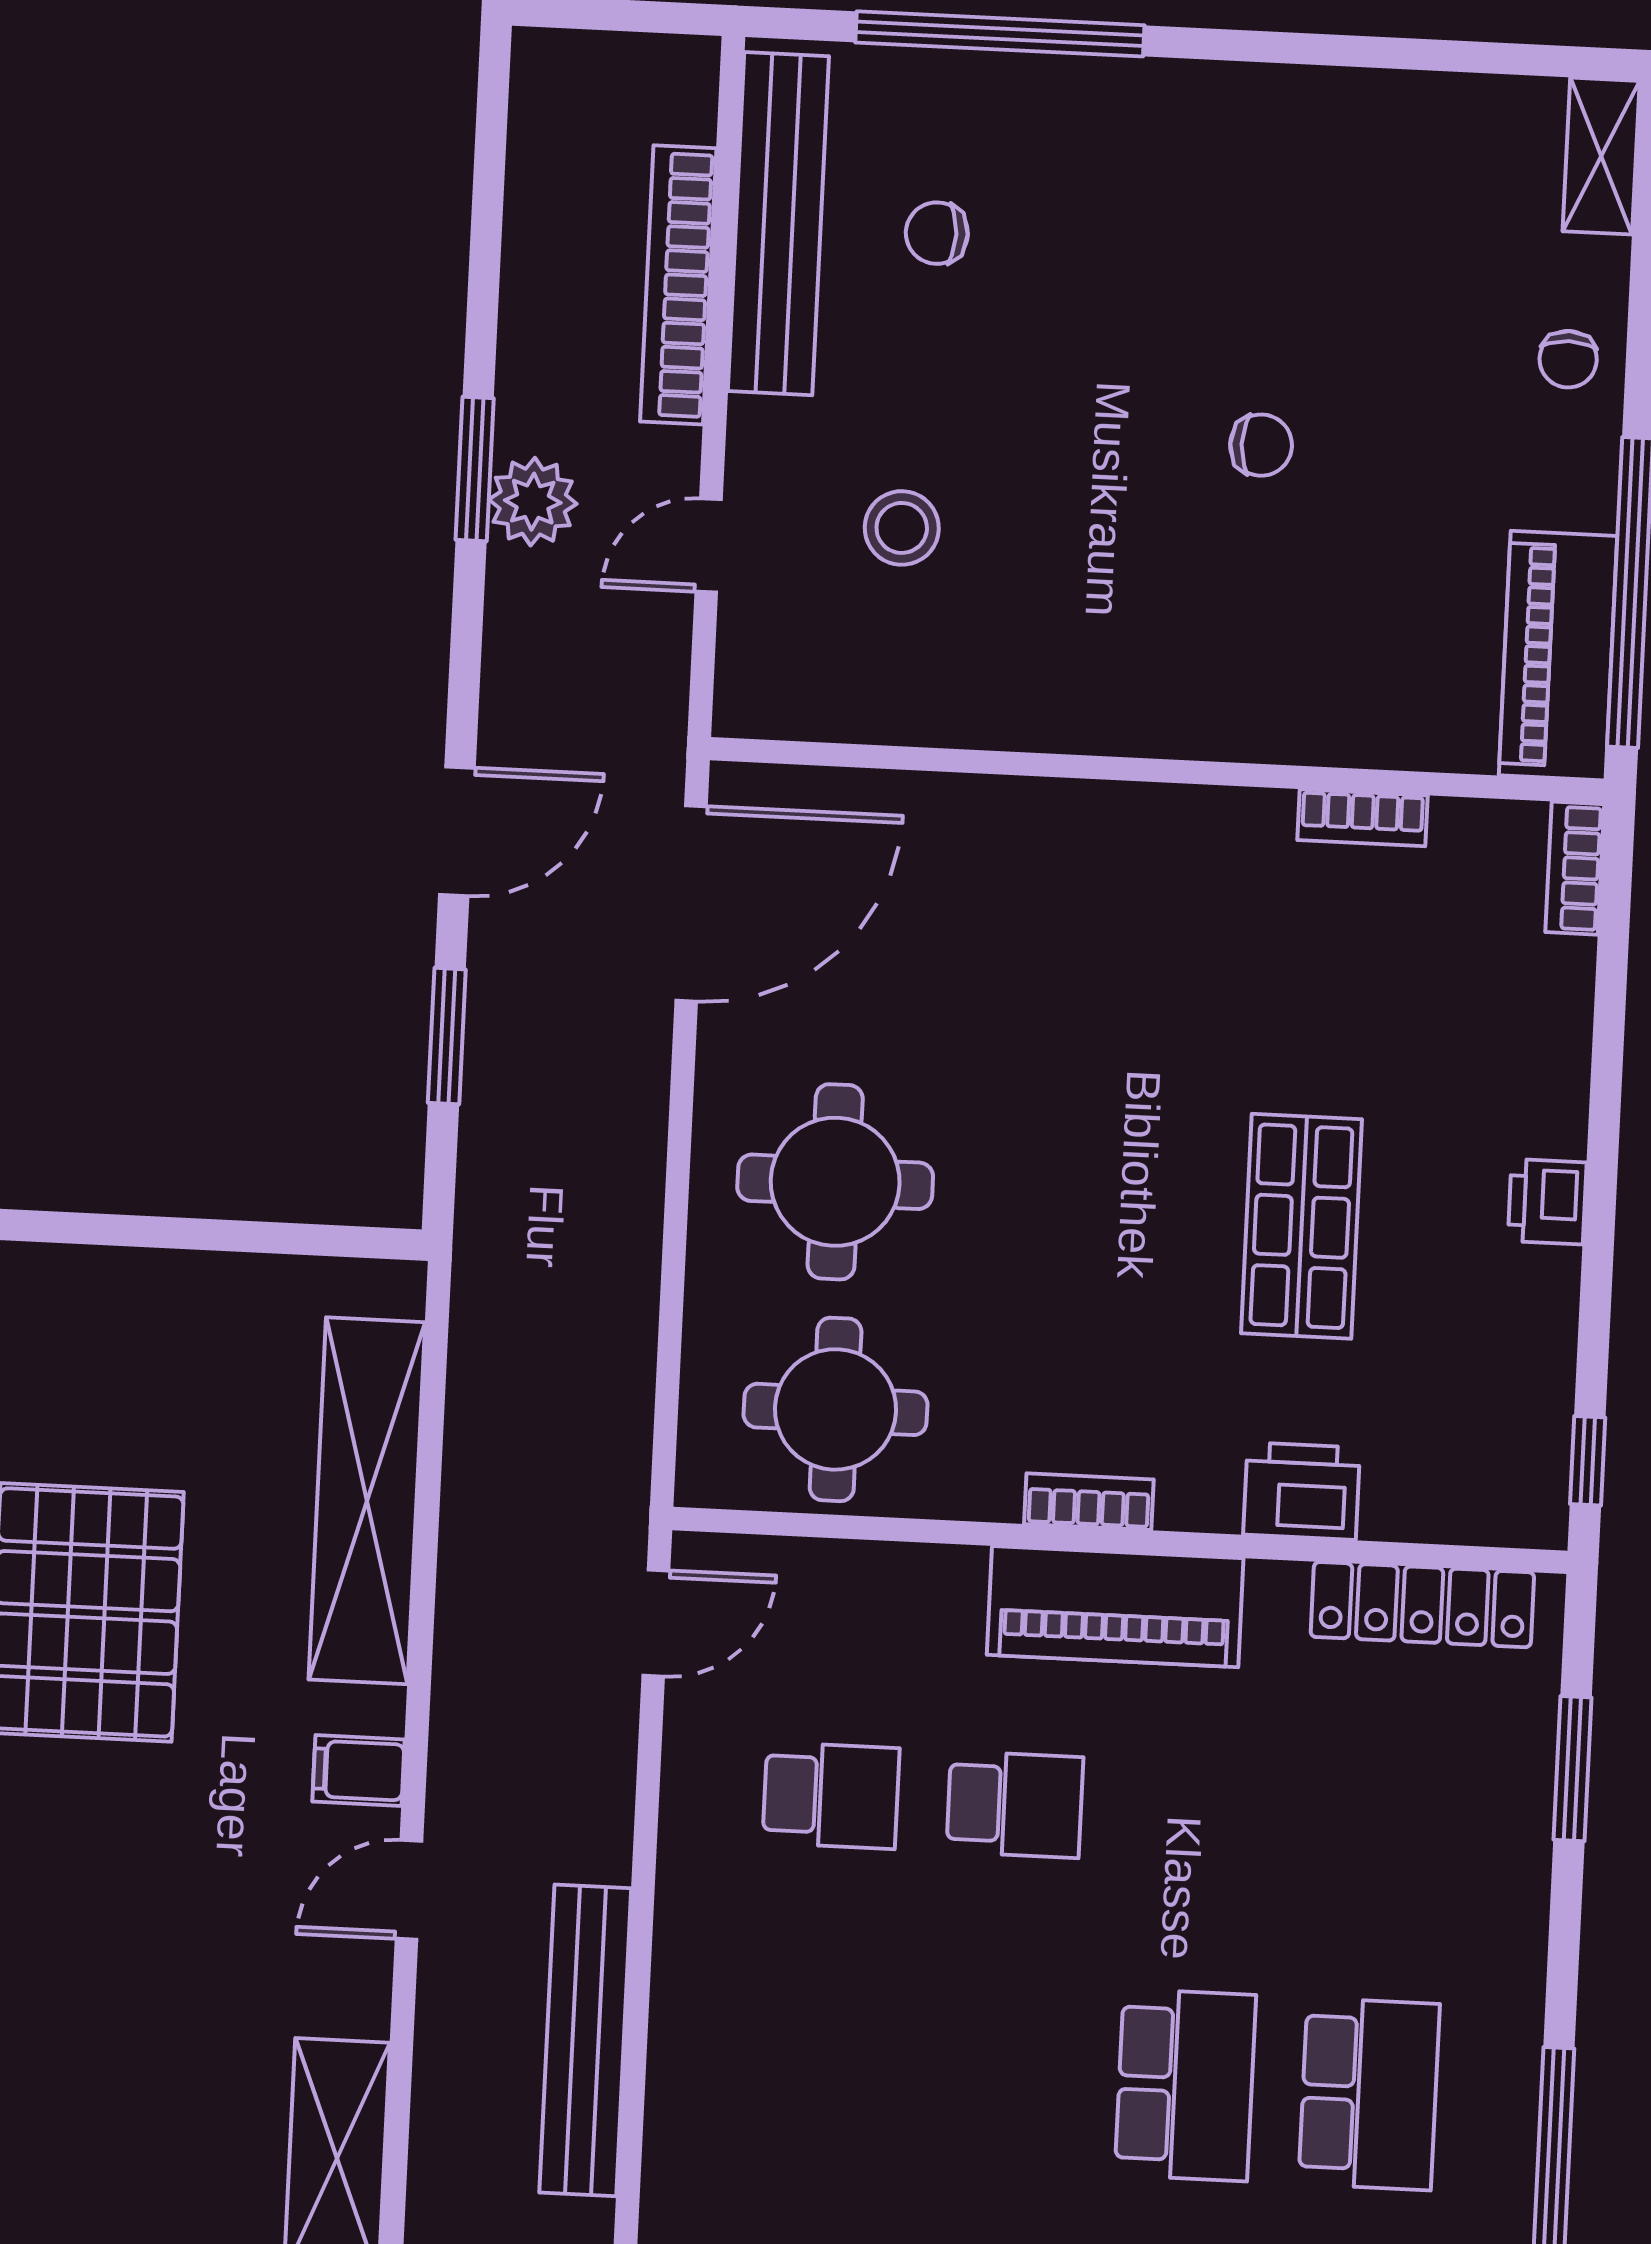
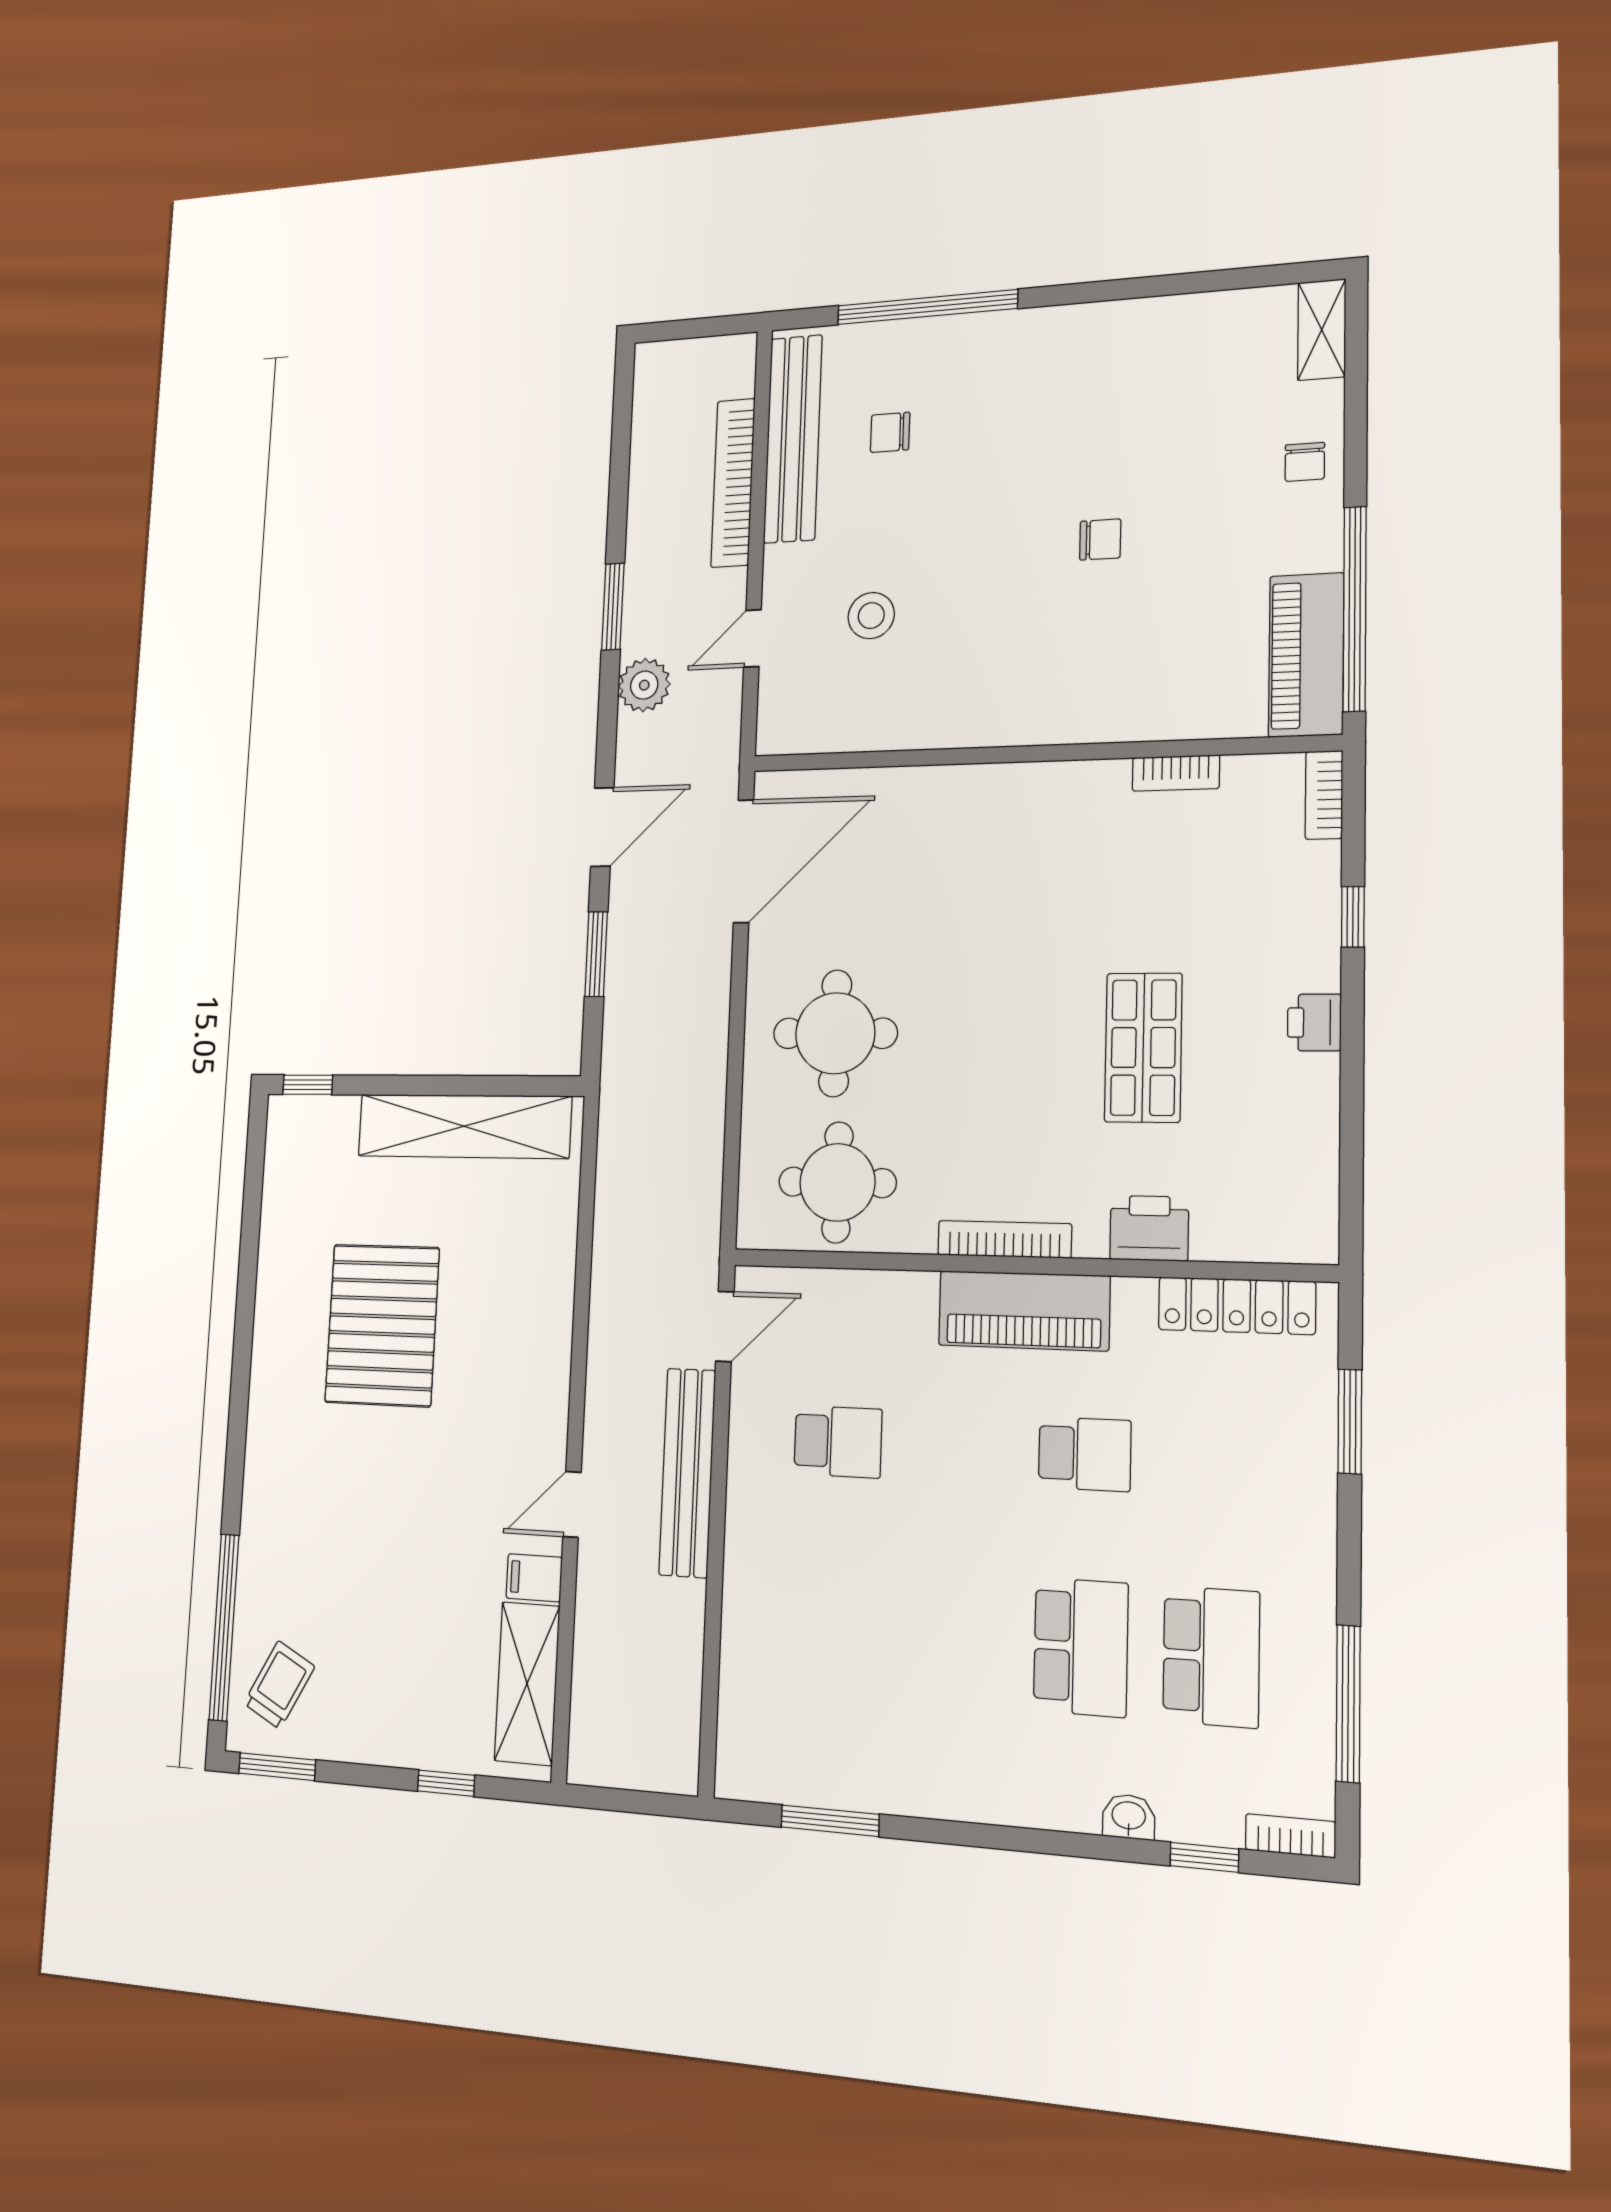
plant: (533, 502) -> (644, 685), moved
window: (1588, 1461) -> (1353, 917), moved
shelving: (367, 1501) -> (464, 1126), moved, turned 90
bookcase: (1089, 1502) -> (1004, 1239), width x1.56
filing cabinet: (359, 1770) -> (534, 1578), moved
school desk: (1015, 1805) -> (1085, 1454), moved
bench: (585, 2040) -> (687, 1473), moved

